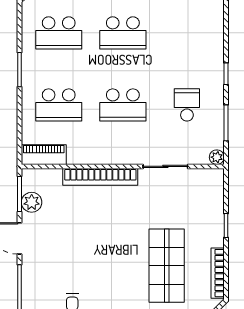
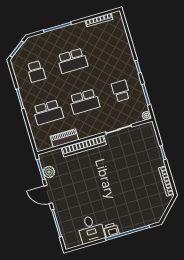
school desk: (59, 33) -> (36, 71), width x0.54
piano: (44, 155) -> (64, 138), moved
shop shelf: (167, 266) -> (136, 185), removed

